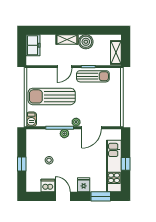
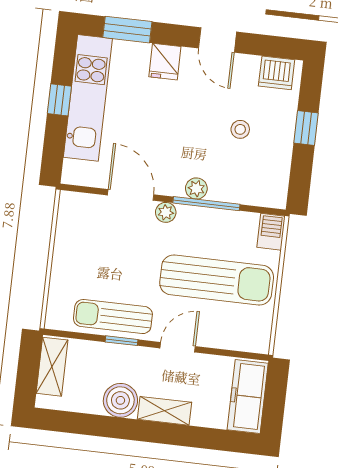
freezer: (33, 45) -> (248, 396), width x1.40
door: (91, 128) -> (131, 195), hinge flipped
dishwasher: (48, 185) -> (277, 73), moved

